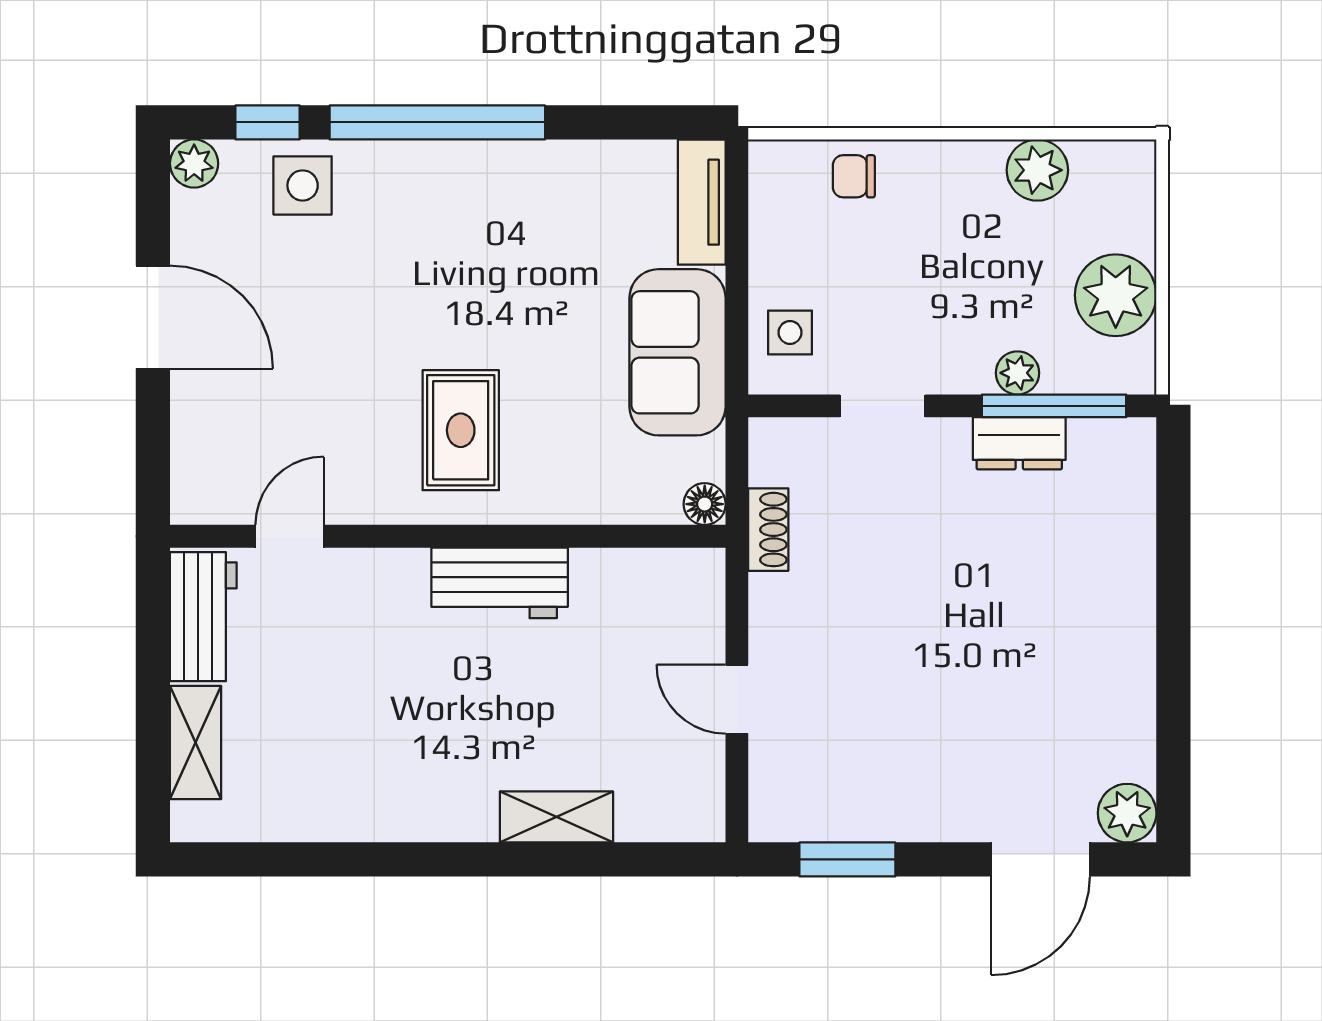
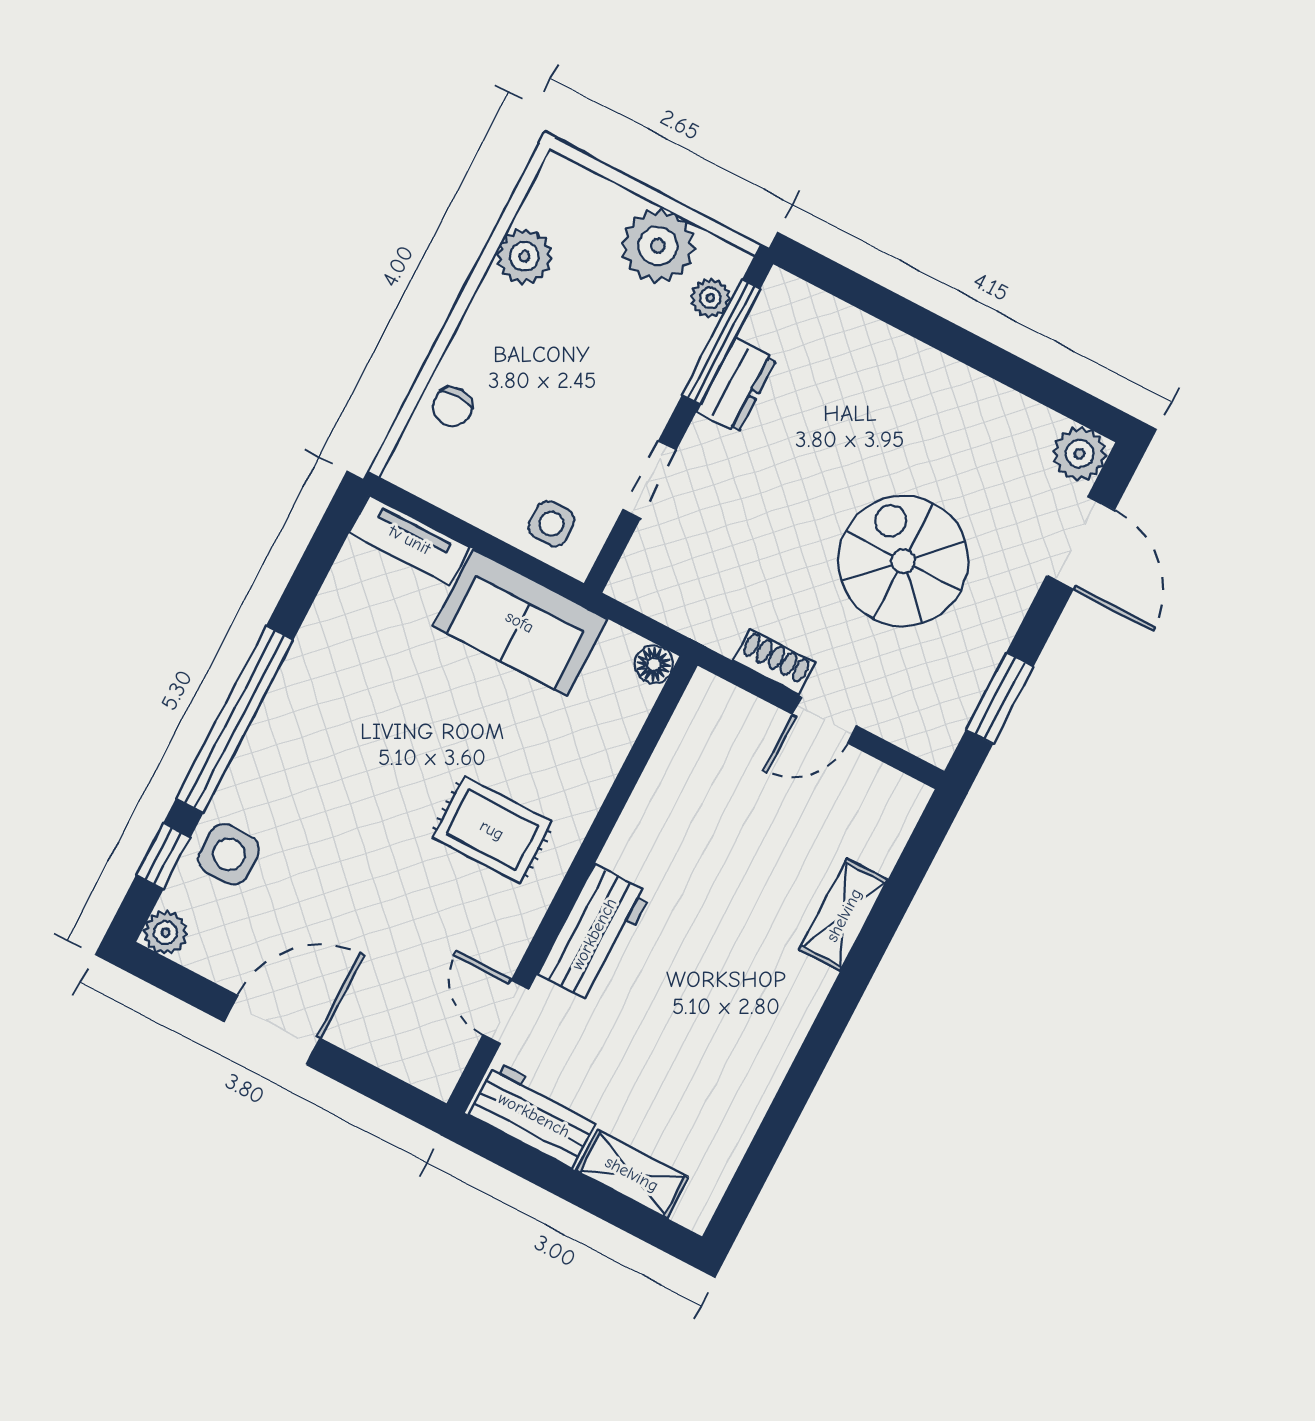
plant: (1017, 373) -> (710, 298), moved
shoe rack: (768, 530) -> (774, 662), moved
workbench: (500, 583) -> (594, 934), moved
spiral stairs: (932, 695) -> (903, 561), added

